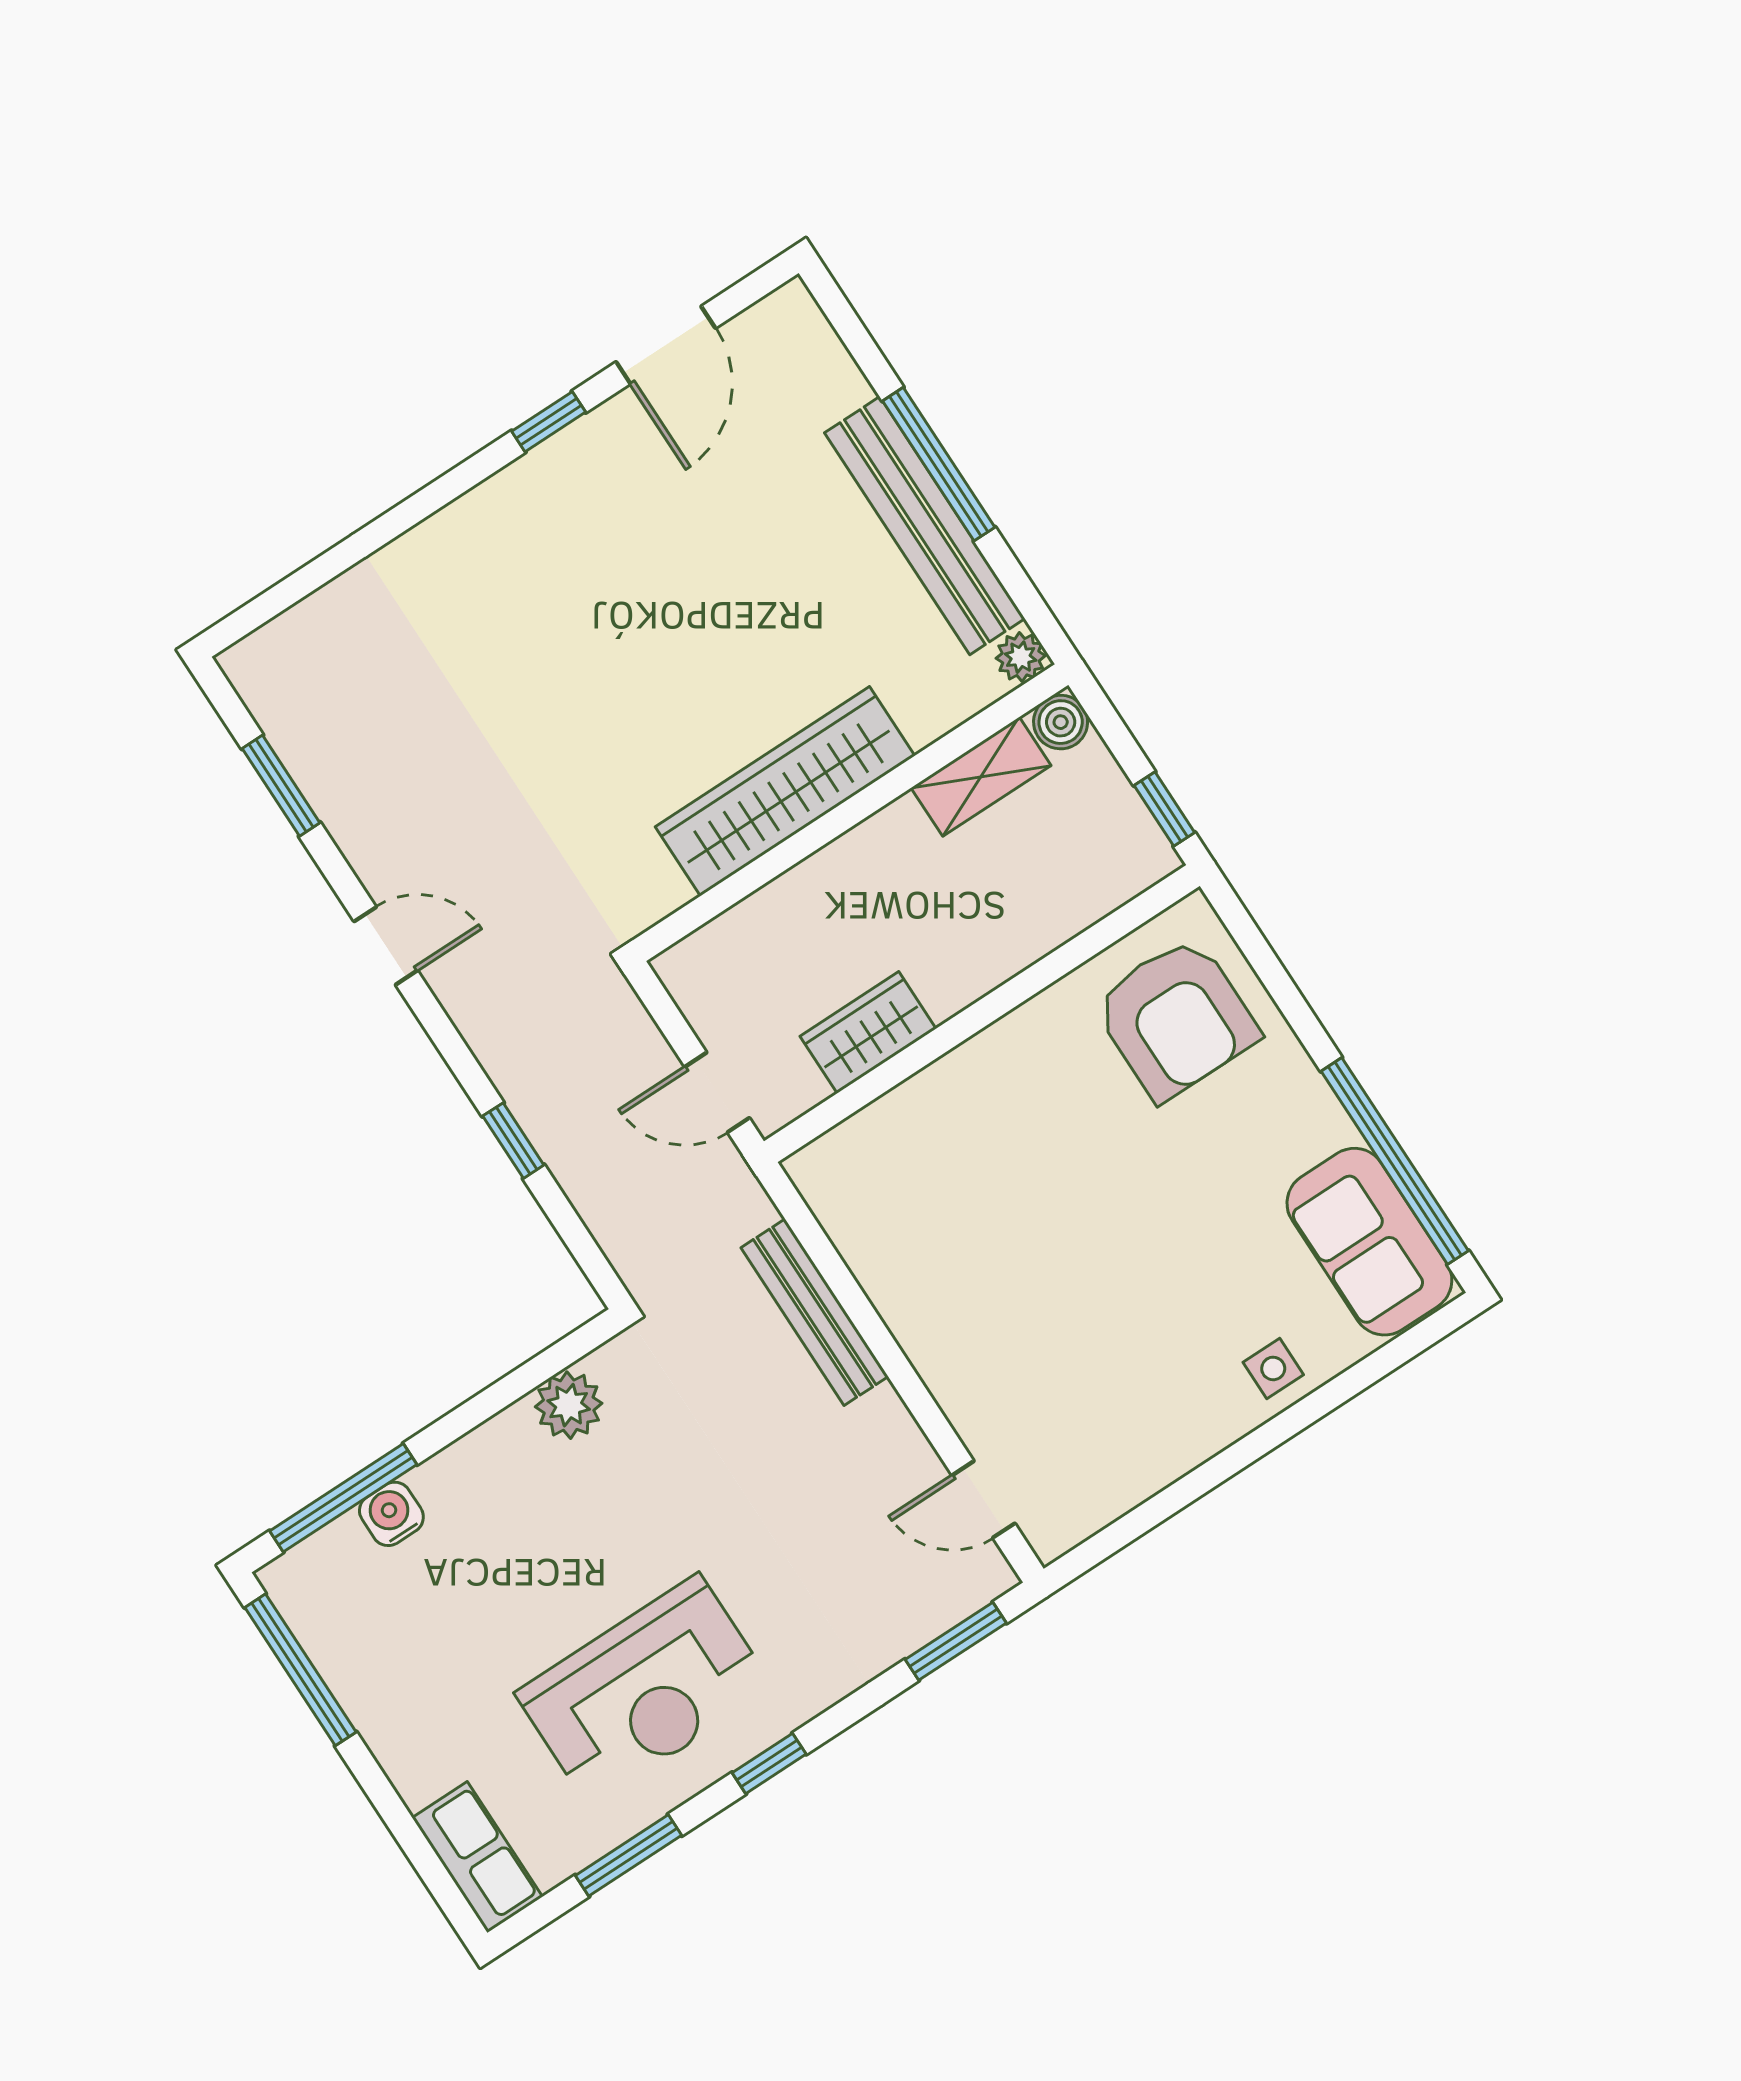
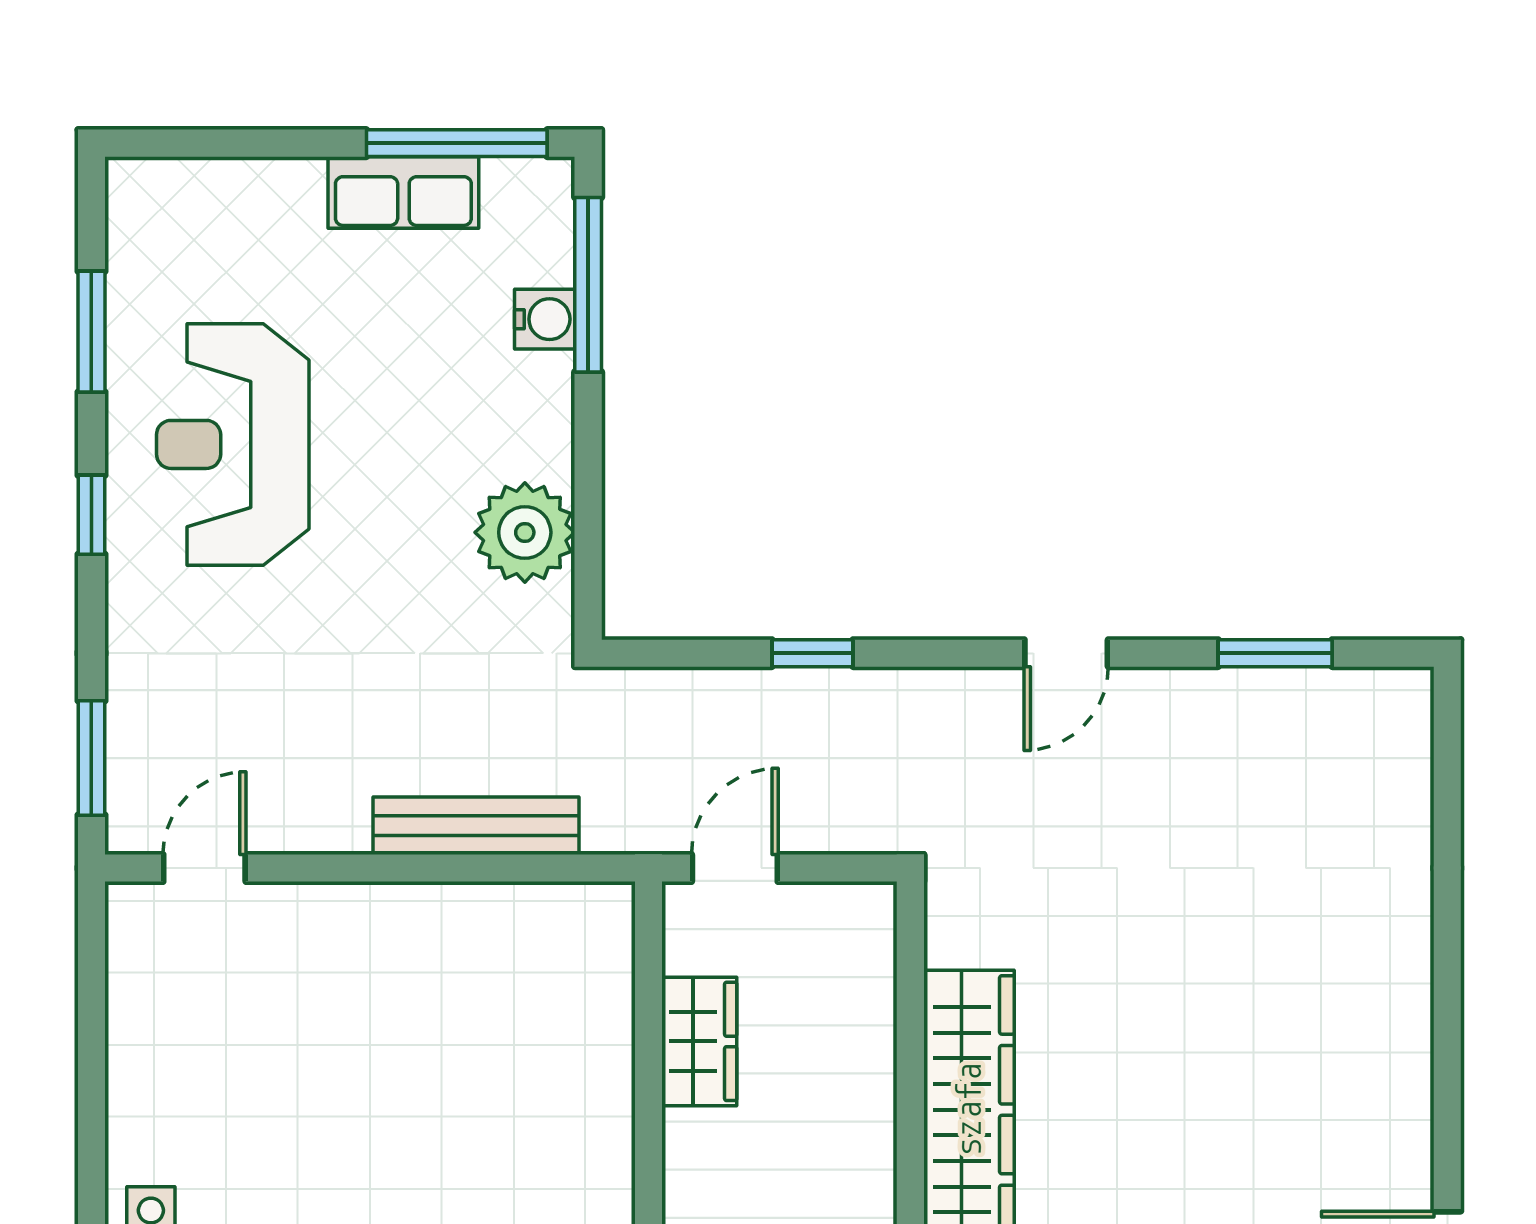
window: (549, 422) -> (1447, 1115), removed
plant: (569, 1405) -> (525, 532), width x1.36, depth x1.36
row of seats: (477, 1857) -> (403, 192), moved

